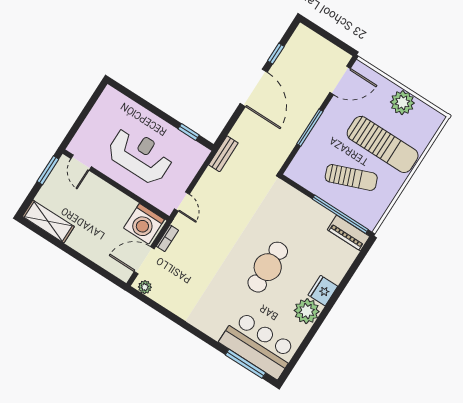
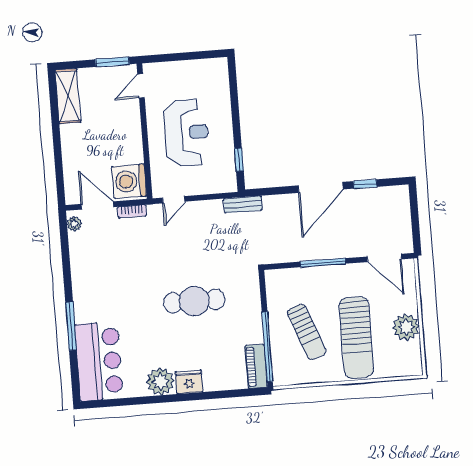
cafe table: (268, 267) -> (194, 301), moved
window: (246, 364) -> (71, 326), moved

